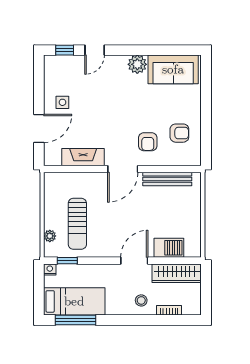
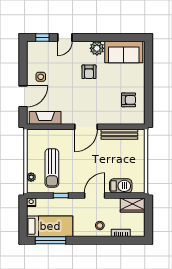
armchair: (148, 142) -> (89, 72), moved
fireplace: (83, 157) -> (45, 118), moved
window: (67, 261) -> (61, 196), moved
wardrobe: (177, 273) -> (133, 205), width x0.67

